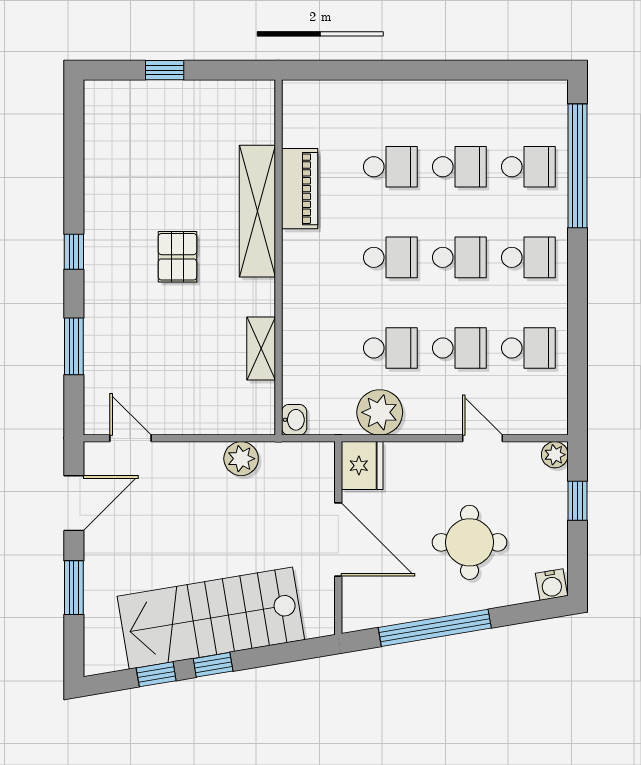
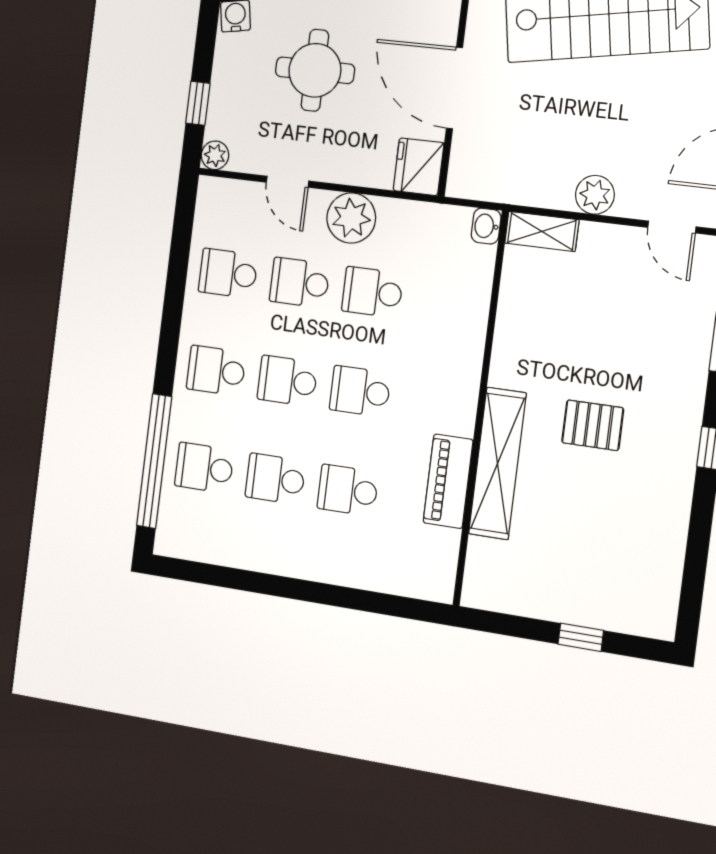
pallet: (177, 257) -> (593, 425), turned 90
shelving: (261, 348) -> (542, 231), moved, turned 90
plant: (380, 412) -> (351, 218), moved
plant: (241, 459) -> (595, 195), moved

